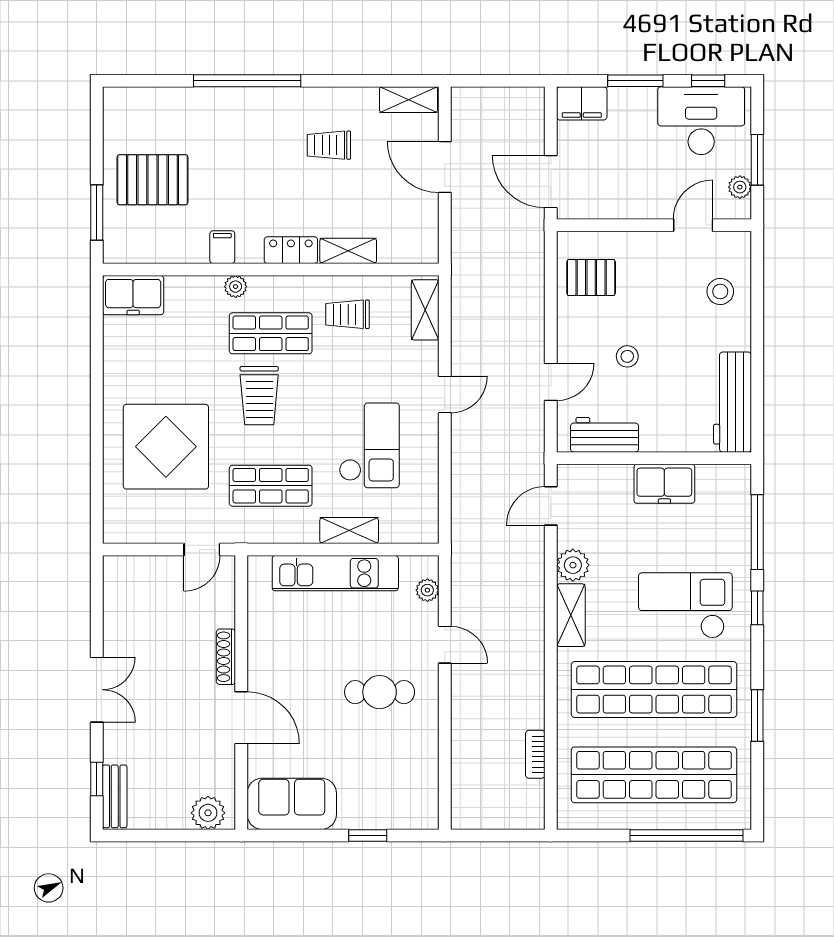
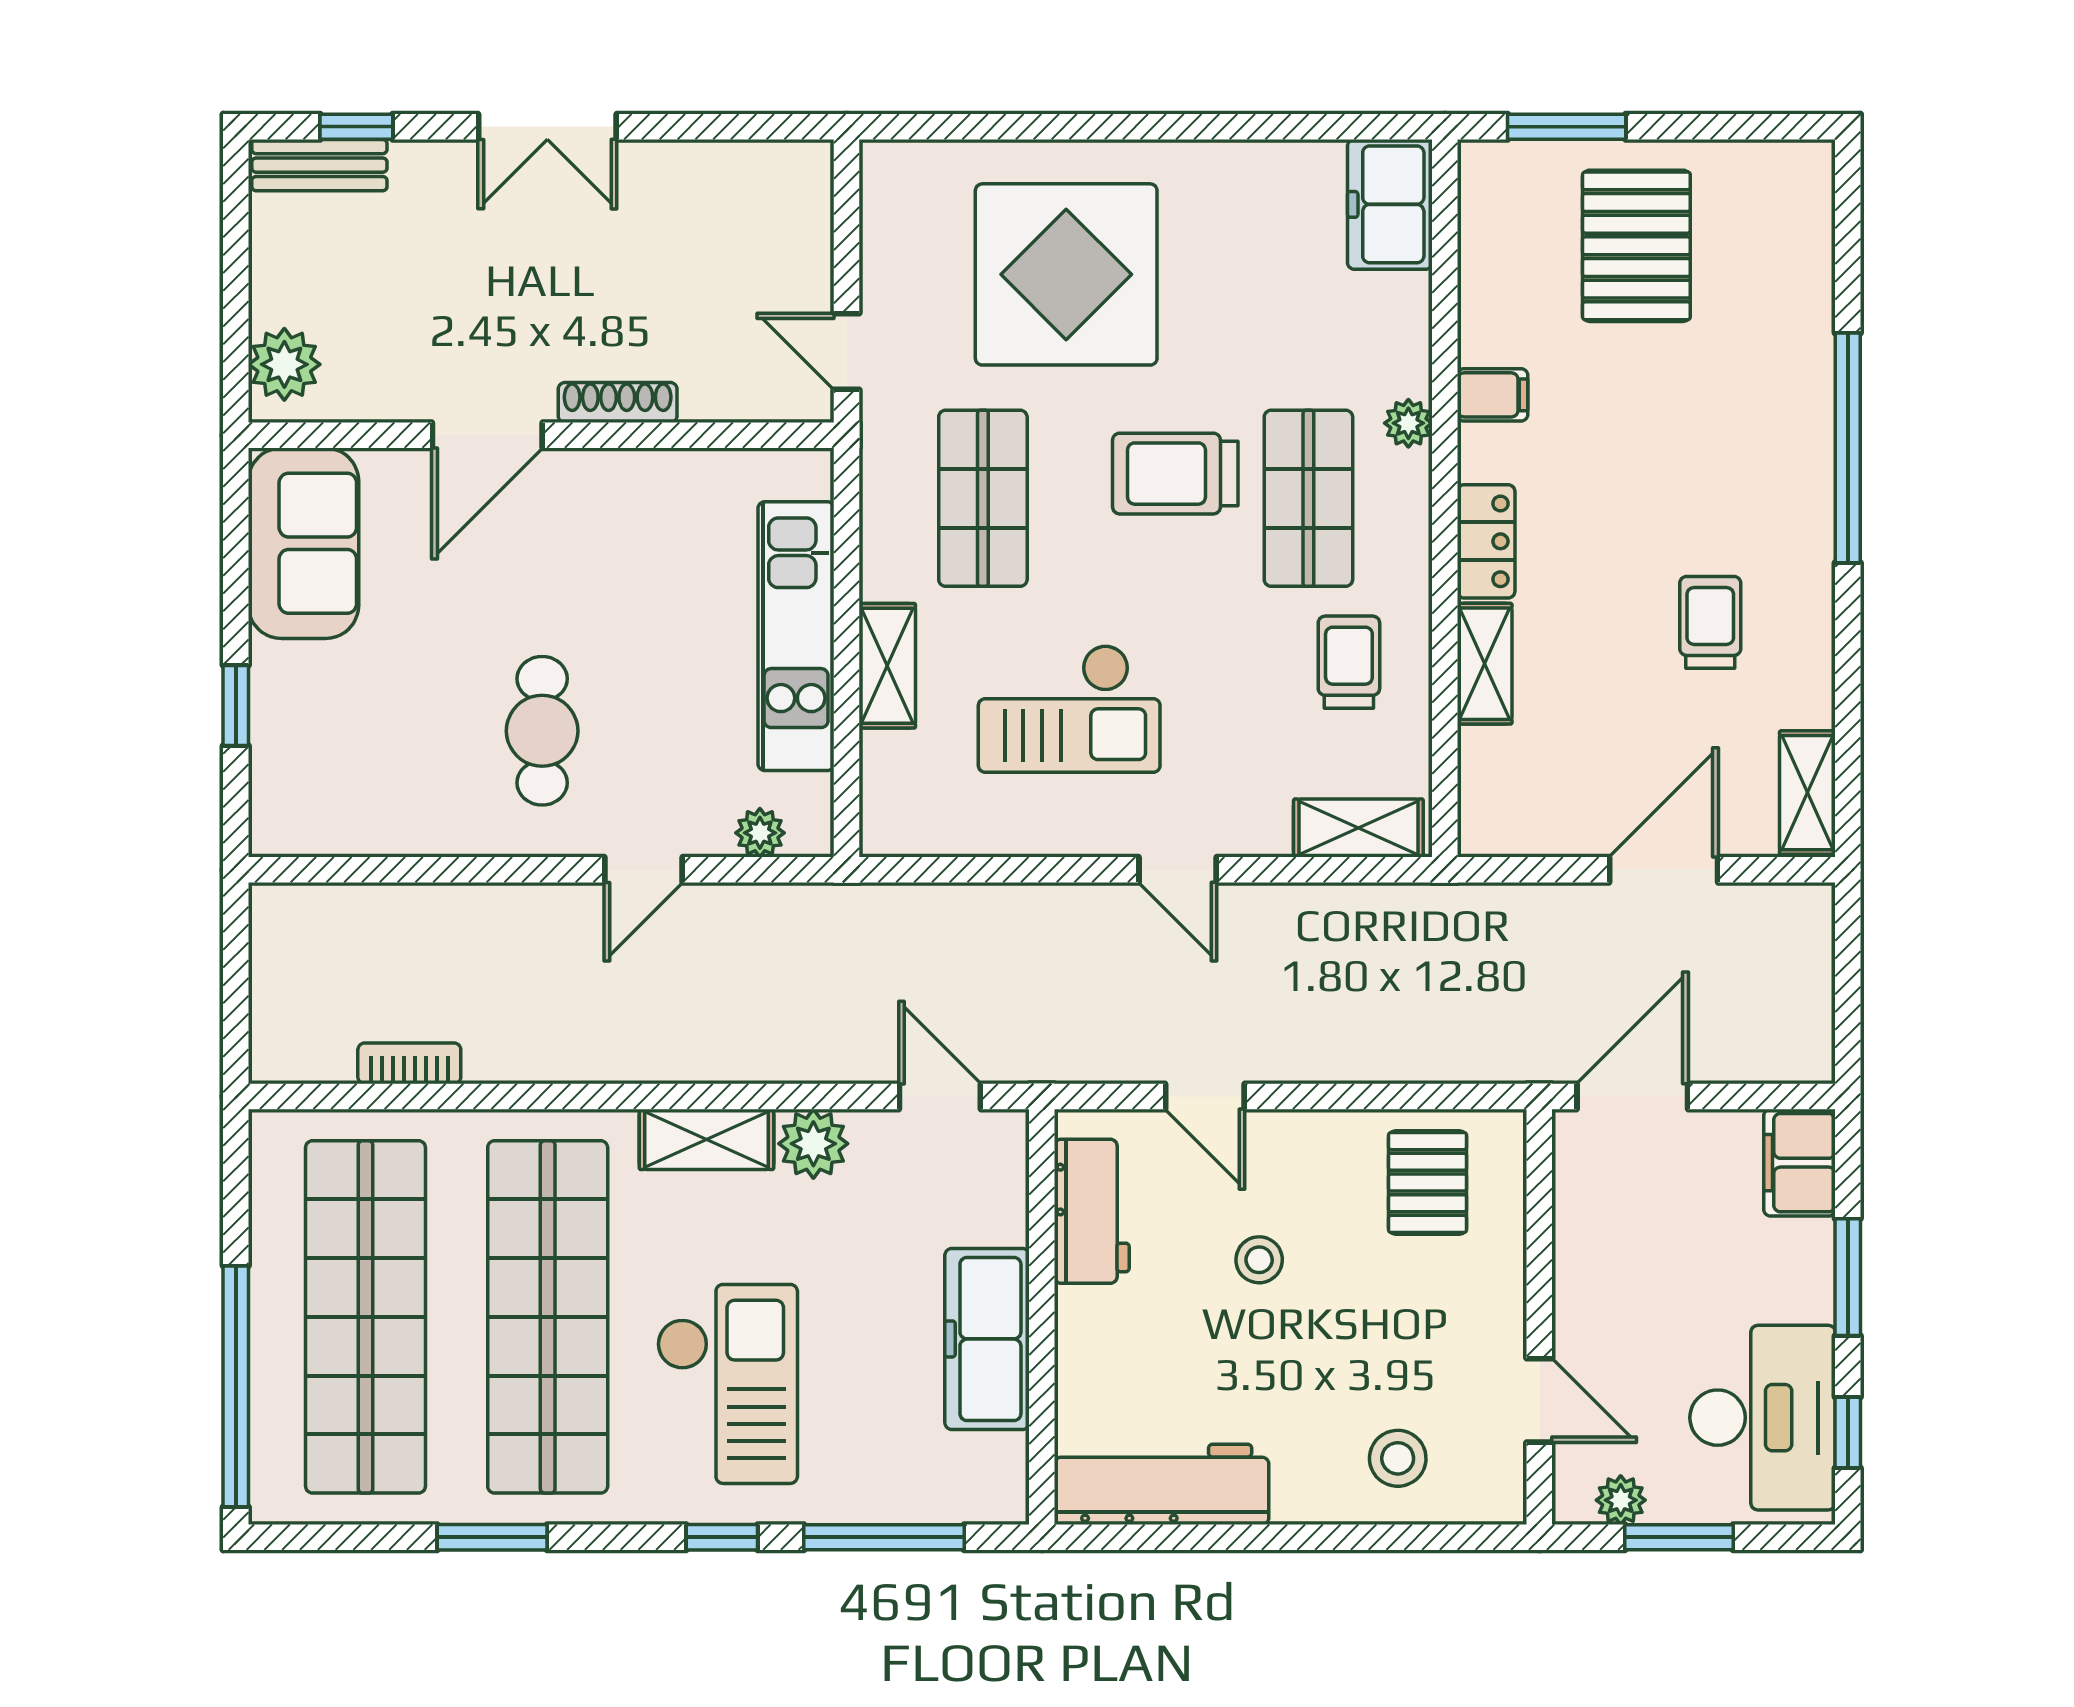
freezer: (664, 484) -> (987, 1339), width x1.40

